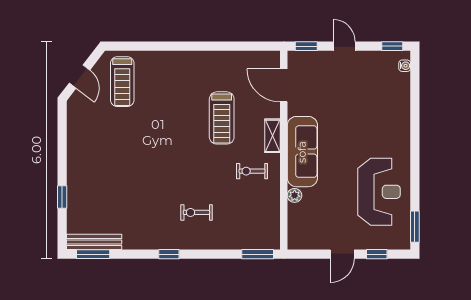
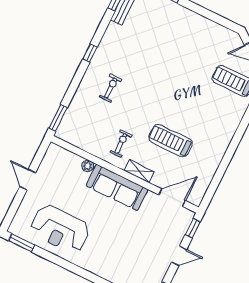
window: (377, 254) -> (15, 205), removed

